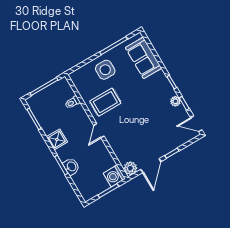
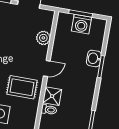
shower: (57, 139) -> (52, 96), moved
plant: (130, 168) -> (43, 38), moved
washing machine: (114, 176) -> (82, 24), moved, turned 90

